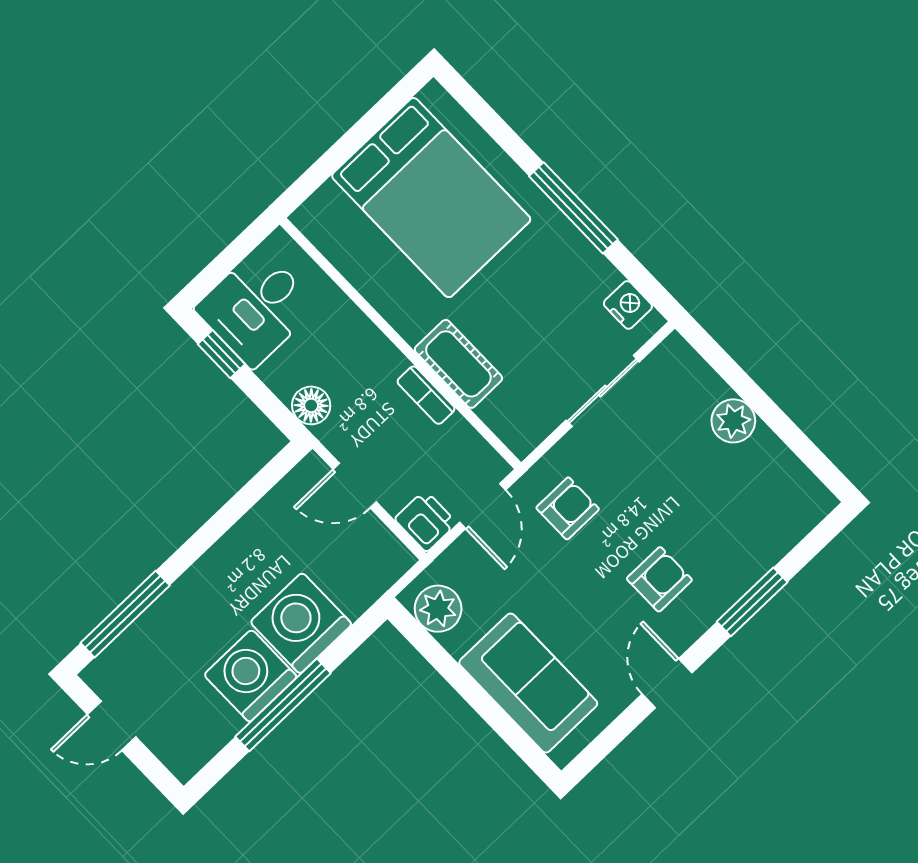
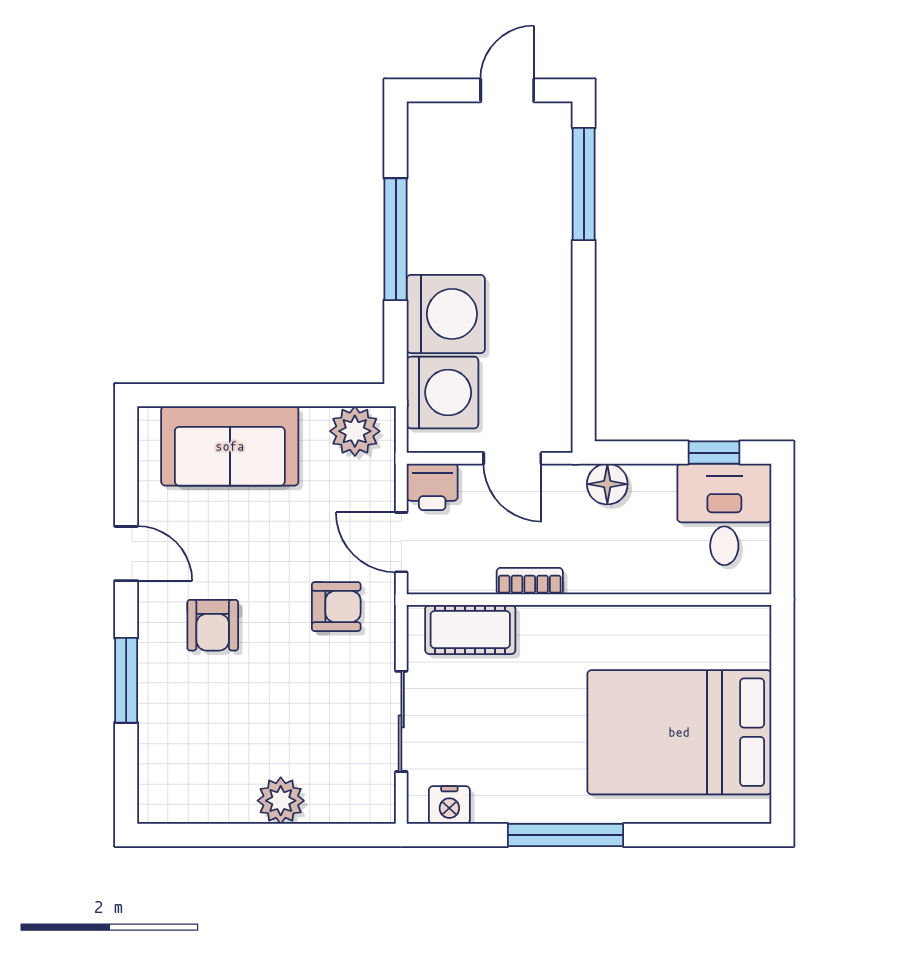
cot: (458, 364) -> (470, 629), moved
door: (355, 486) -> (512, 458), swing flipped
armchair: (568, 508) -> (336, 607), turned -90
washing machine: (250, 676) -> (442, 392), moved

